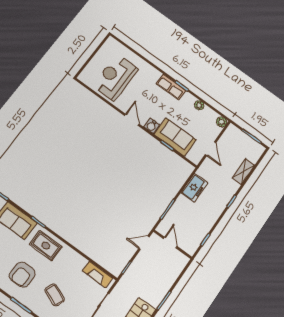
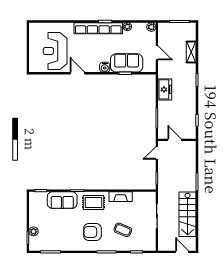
row of seats: (171, 87) -> (98, 28), width x2.02
door: (132, 120) -> (77, 73), moved
fireplace: (97, 274) -> (121, 197), moved
armchair: (22, 275) -> (92, 232), turned 90

